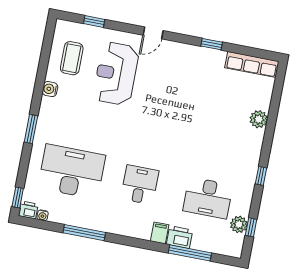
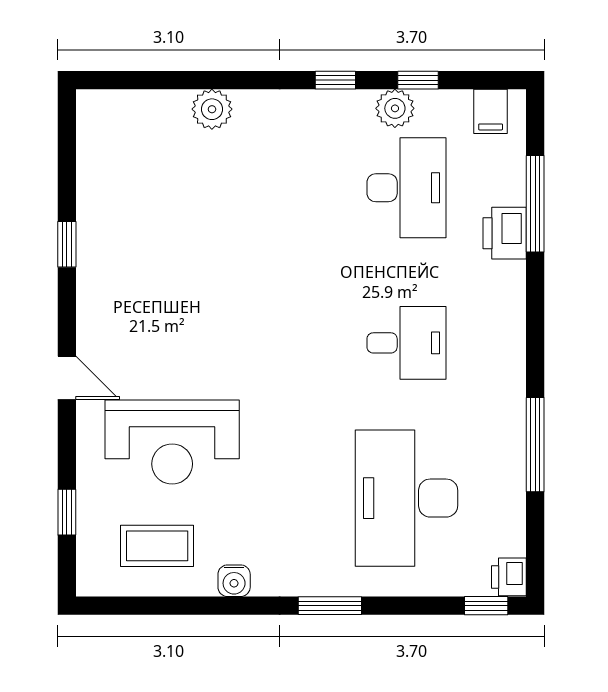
row of seats: (252, 65) -> (95, 147), removed
desk: (140, 185) -> (406, 343), turned 180
water cooler: (43, 215) -> (515, 544), removed
plant: (239, 224) -> (395, 108), moved
window: (251, 227) -> (418, 80), moved
filing cabinet: (160, 233) -> (491, 111), moved, turned -90

